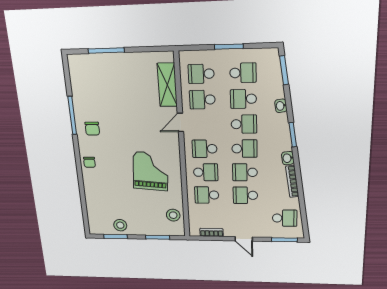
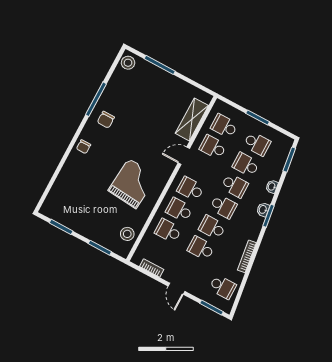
washbasin: (288, 158) -> (263, 210), moved
school desk: (206, 172) -> (179, 210), turned 180
stool: (120, 225) -> (128, 63), moved

